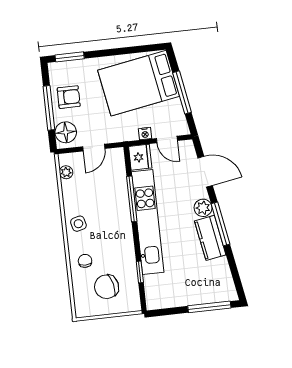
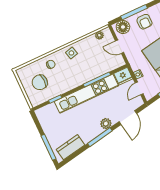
kitchen counter: (210, 238) -> (71, 147), moved
chair: (107, 287) -> (40, 82), turned -79

